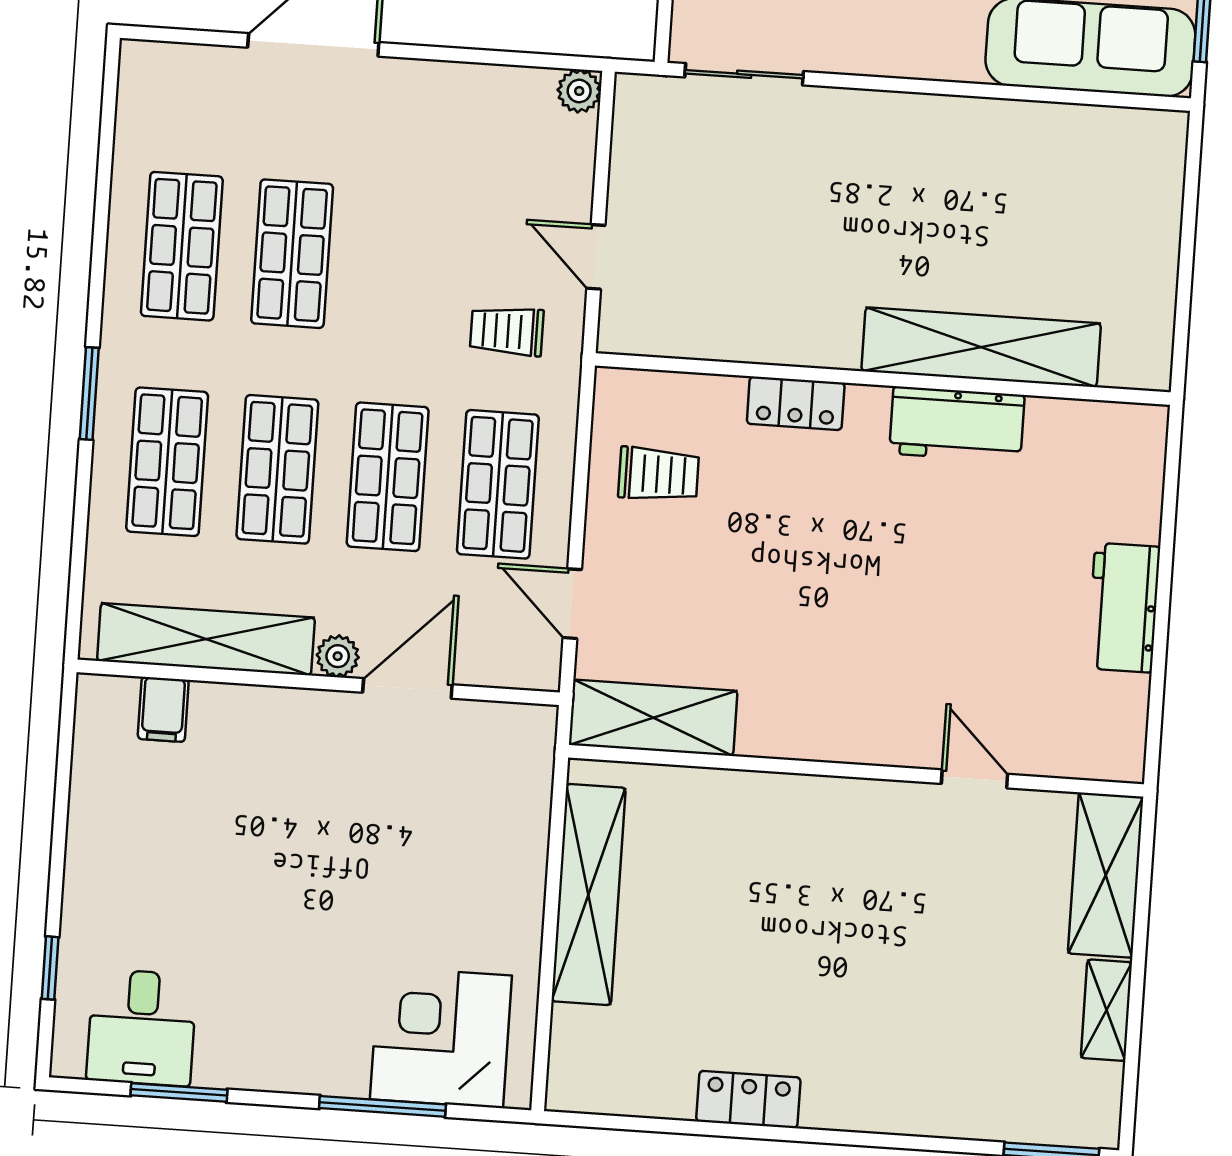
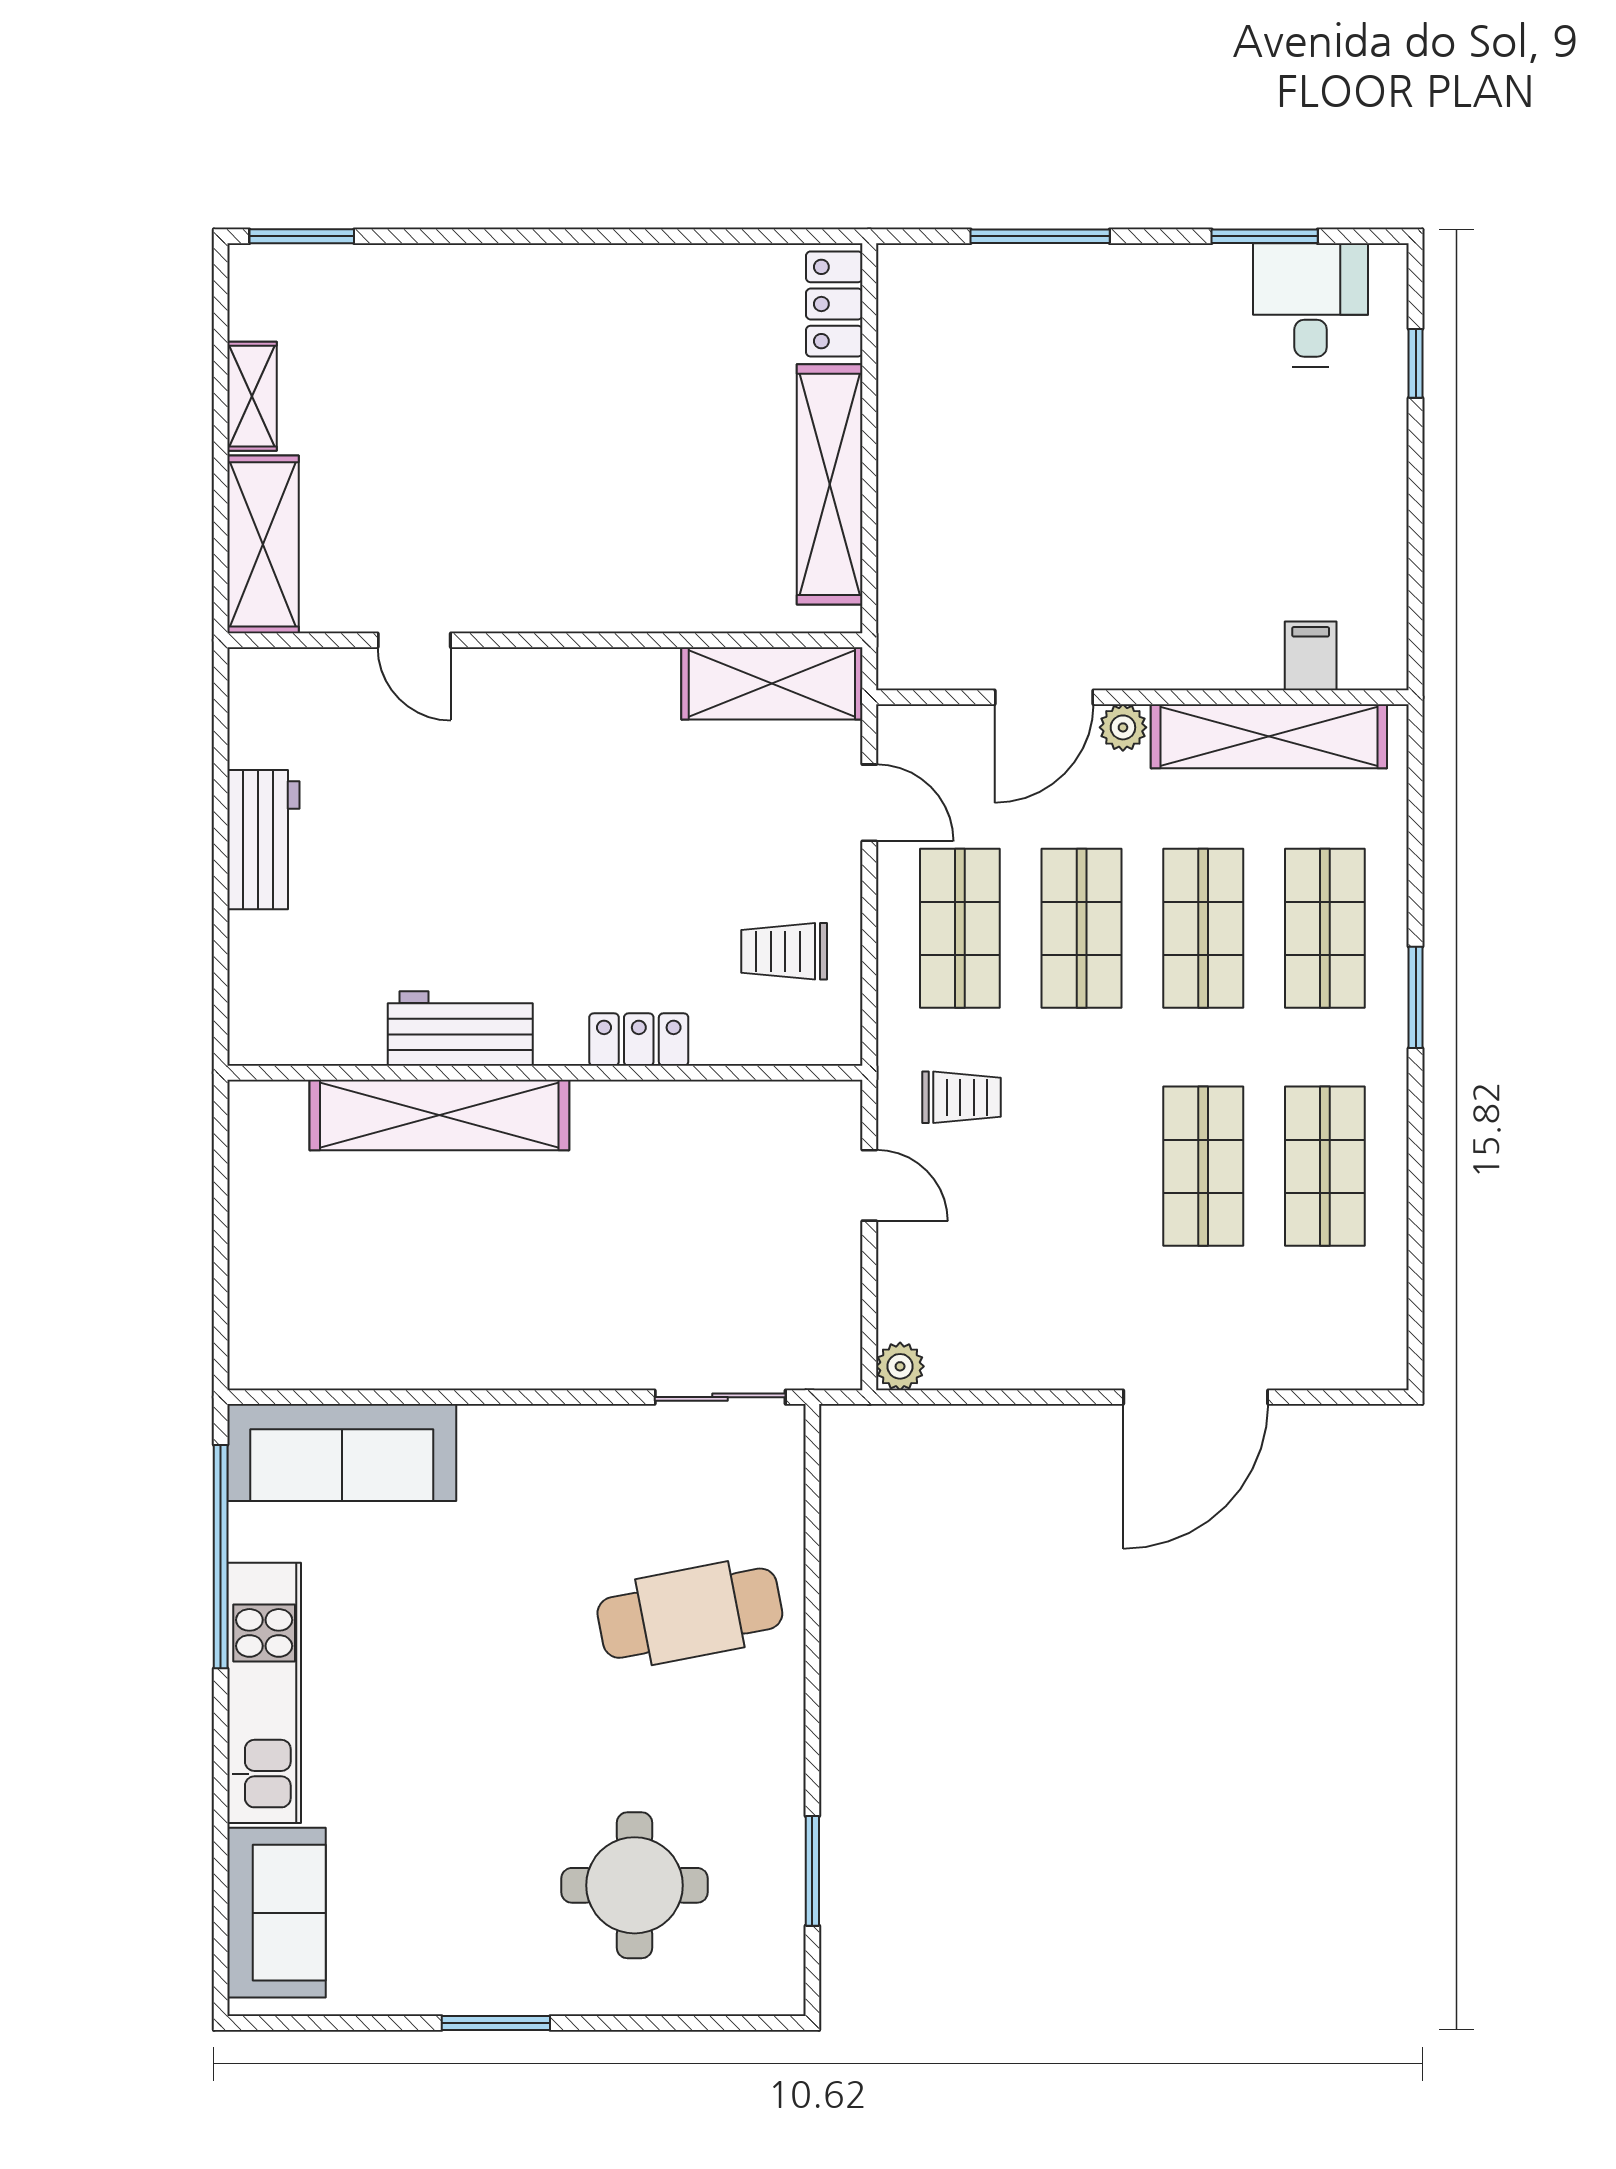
corner desk: (441, 1037) -> (981, 316), removed
locker: (748, 1099) -> (834, 304), moved, turned 90

